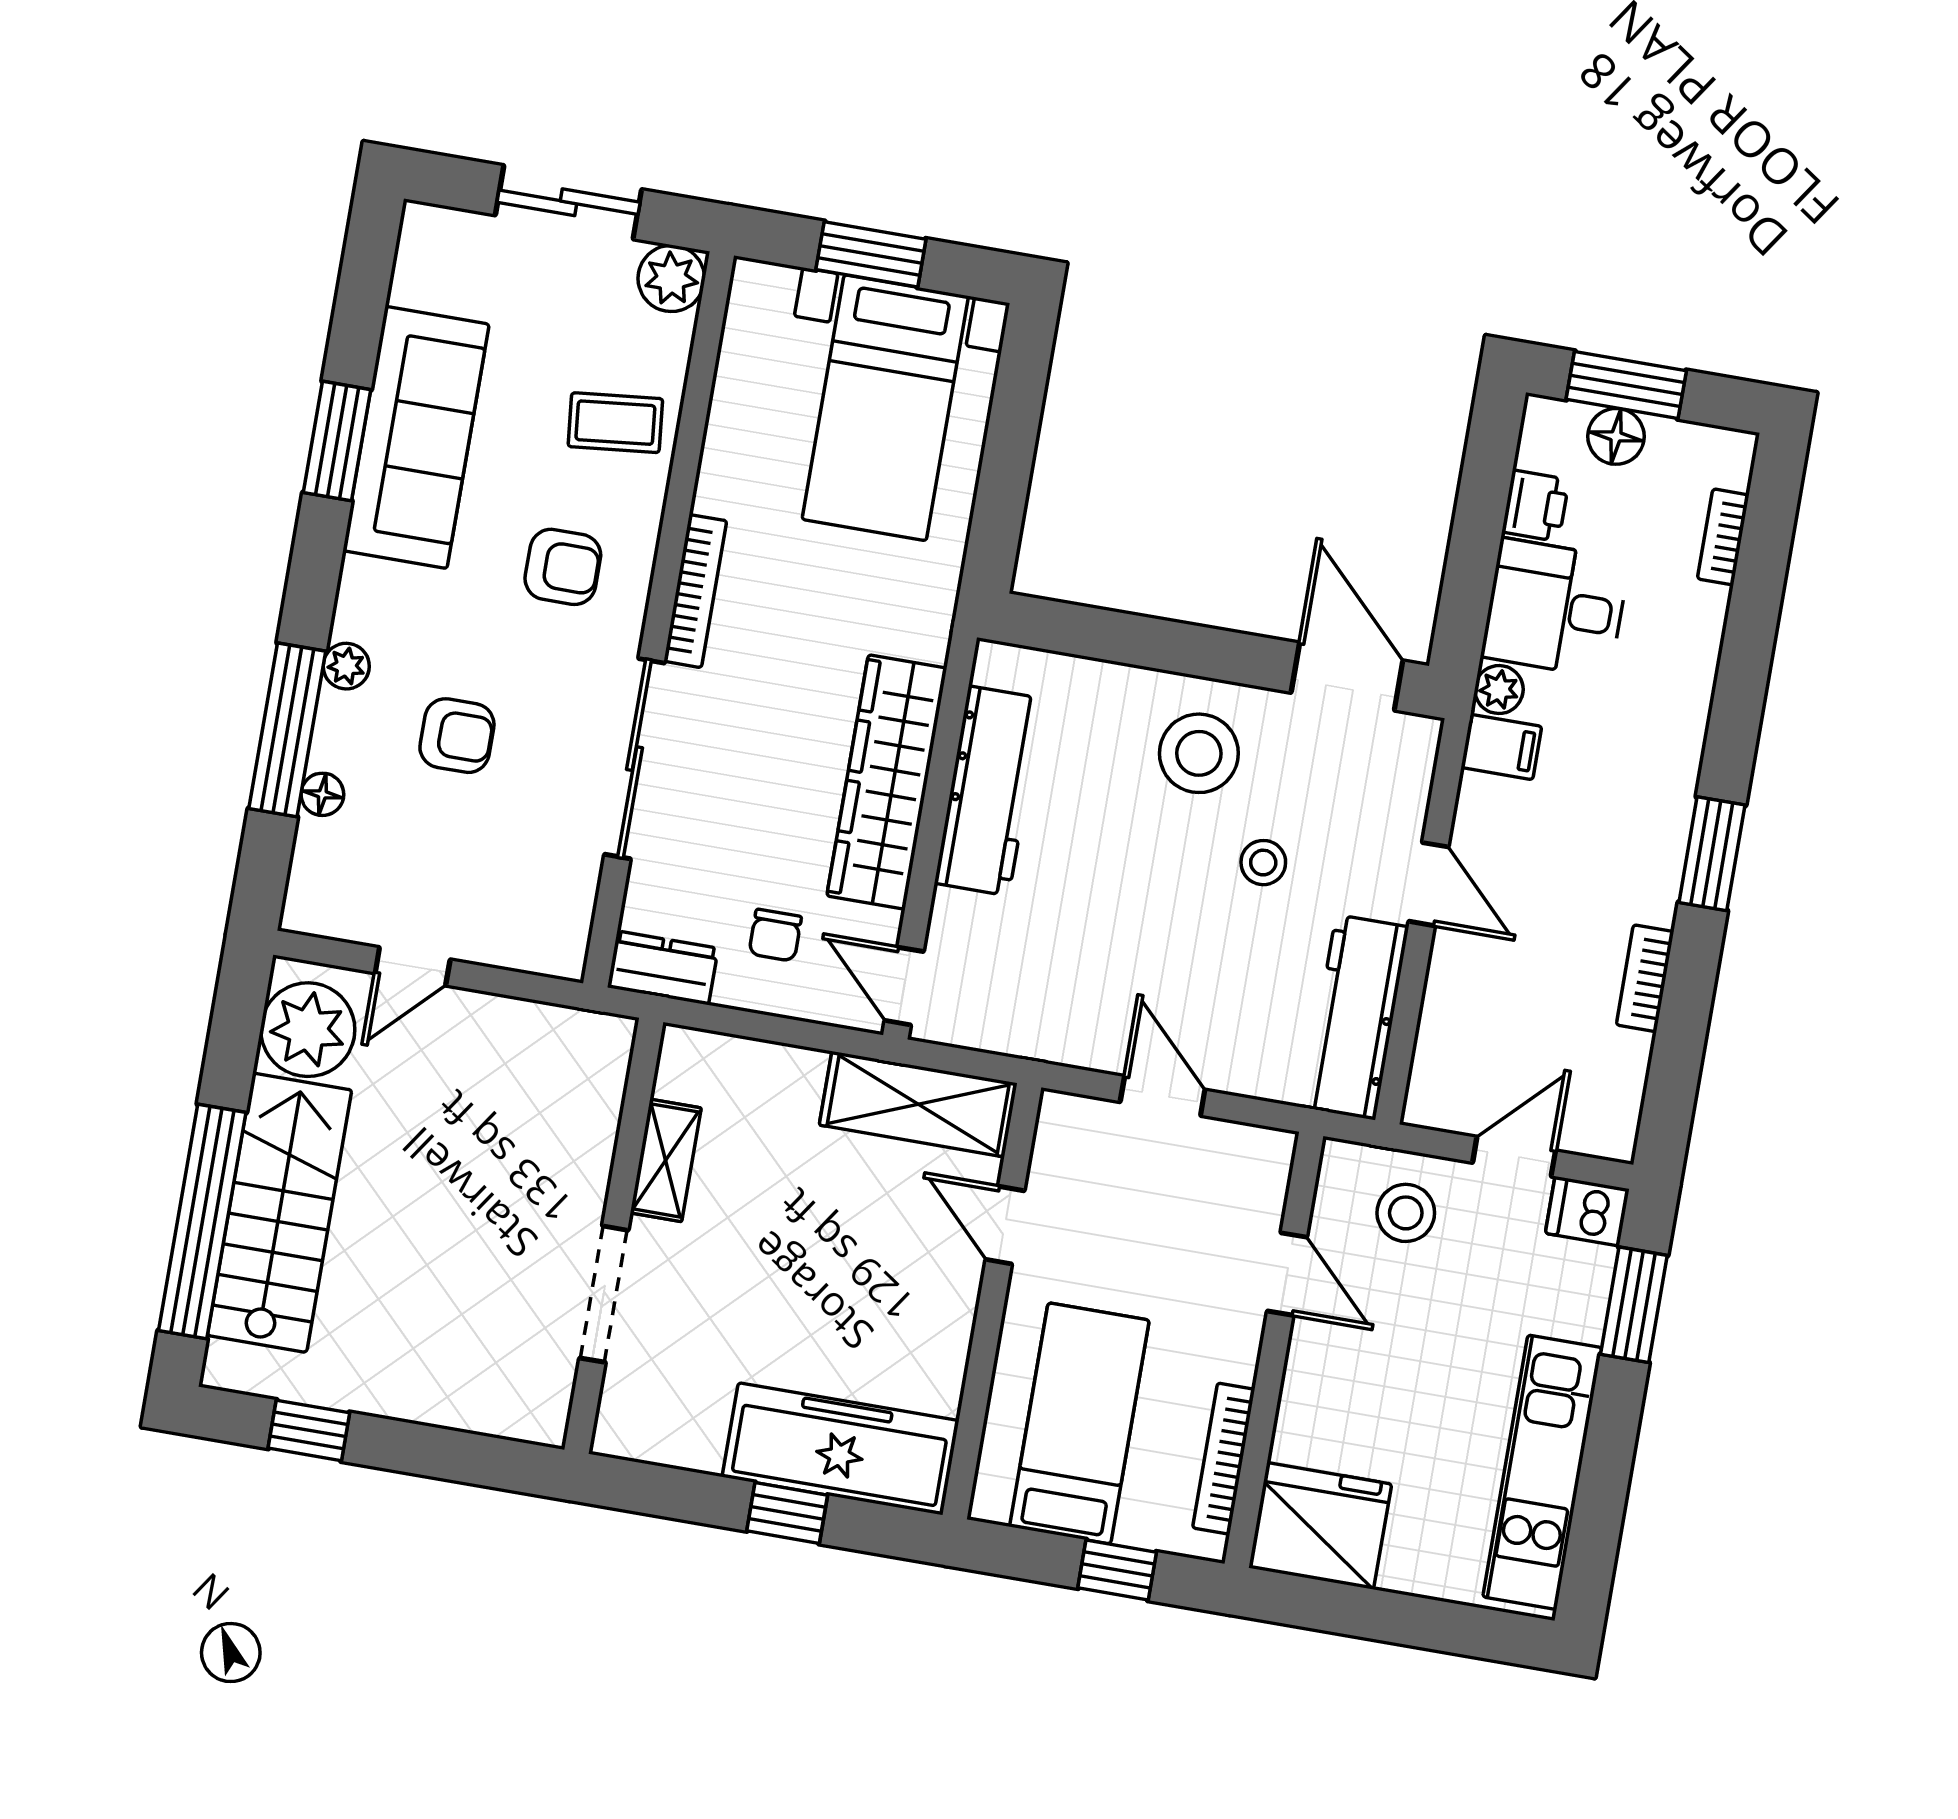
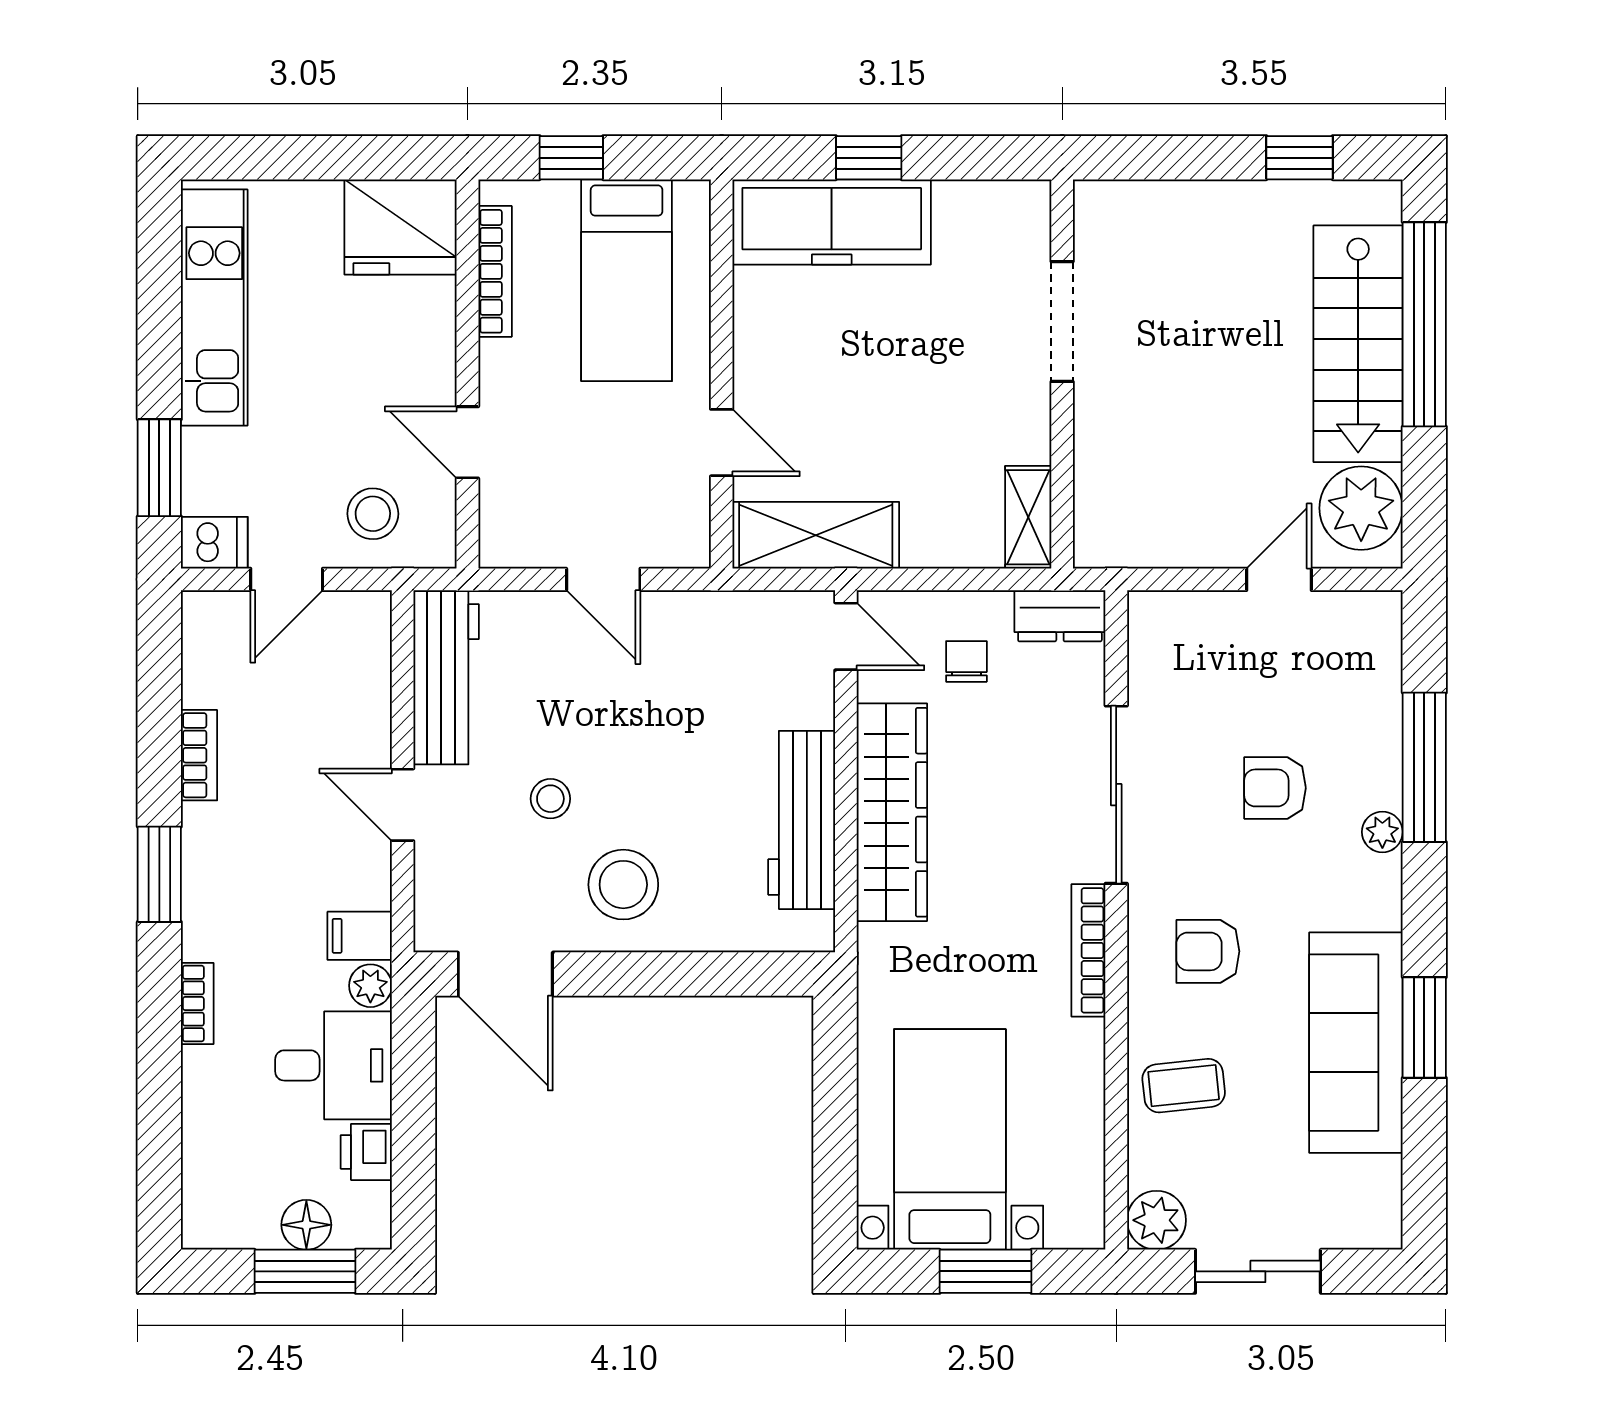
bookcase: (1723, 537) -> (197, 1004), moved
floor lamp: (322, 794) -> (1384, 716), removed
shelving: (666, 1160) -> (1028, 517), moved

